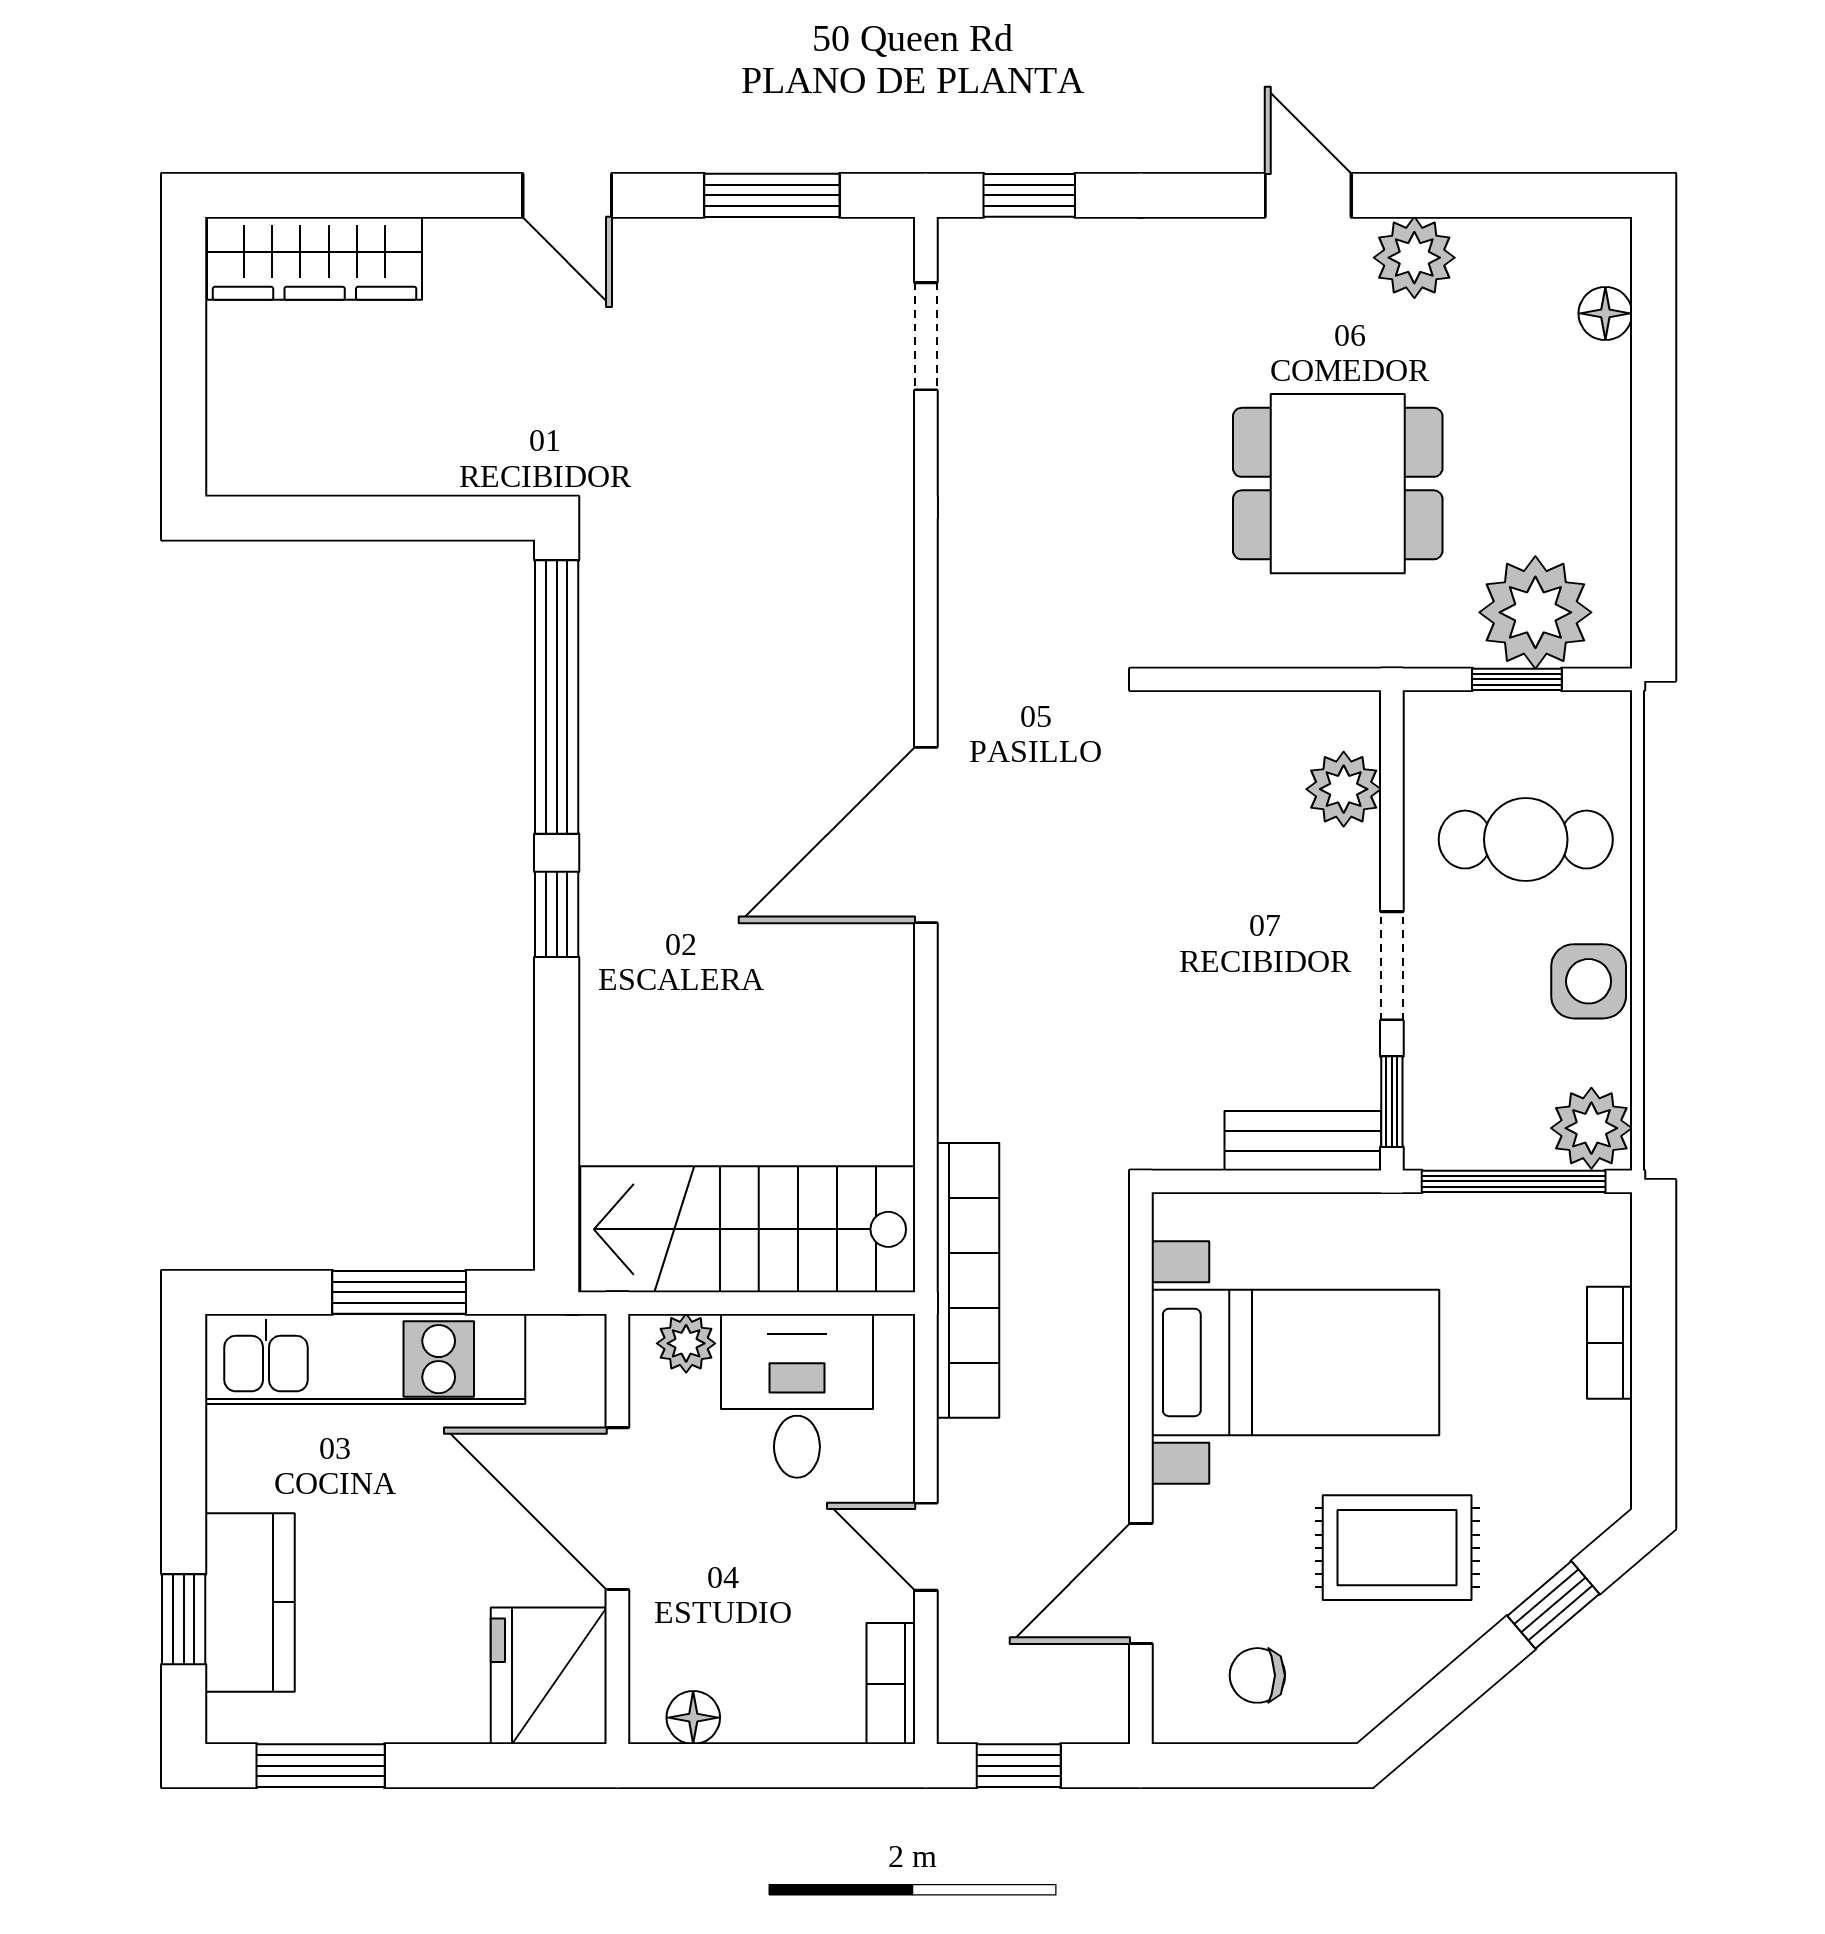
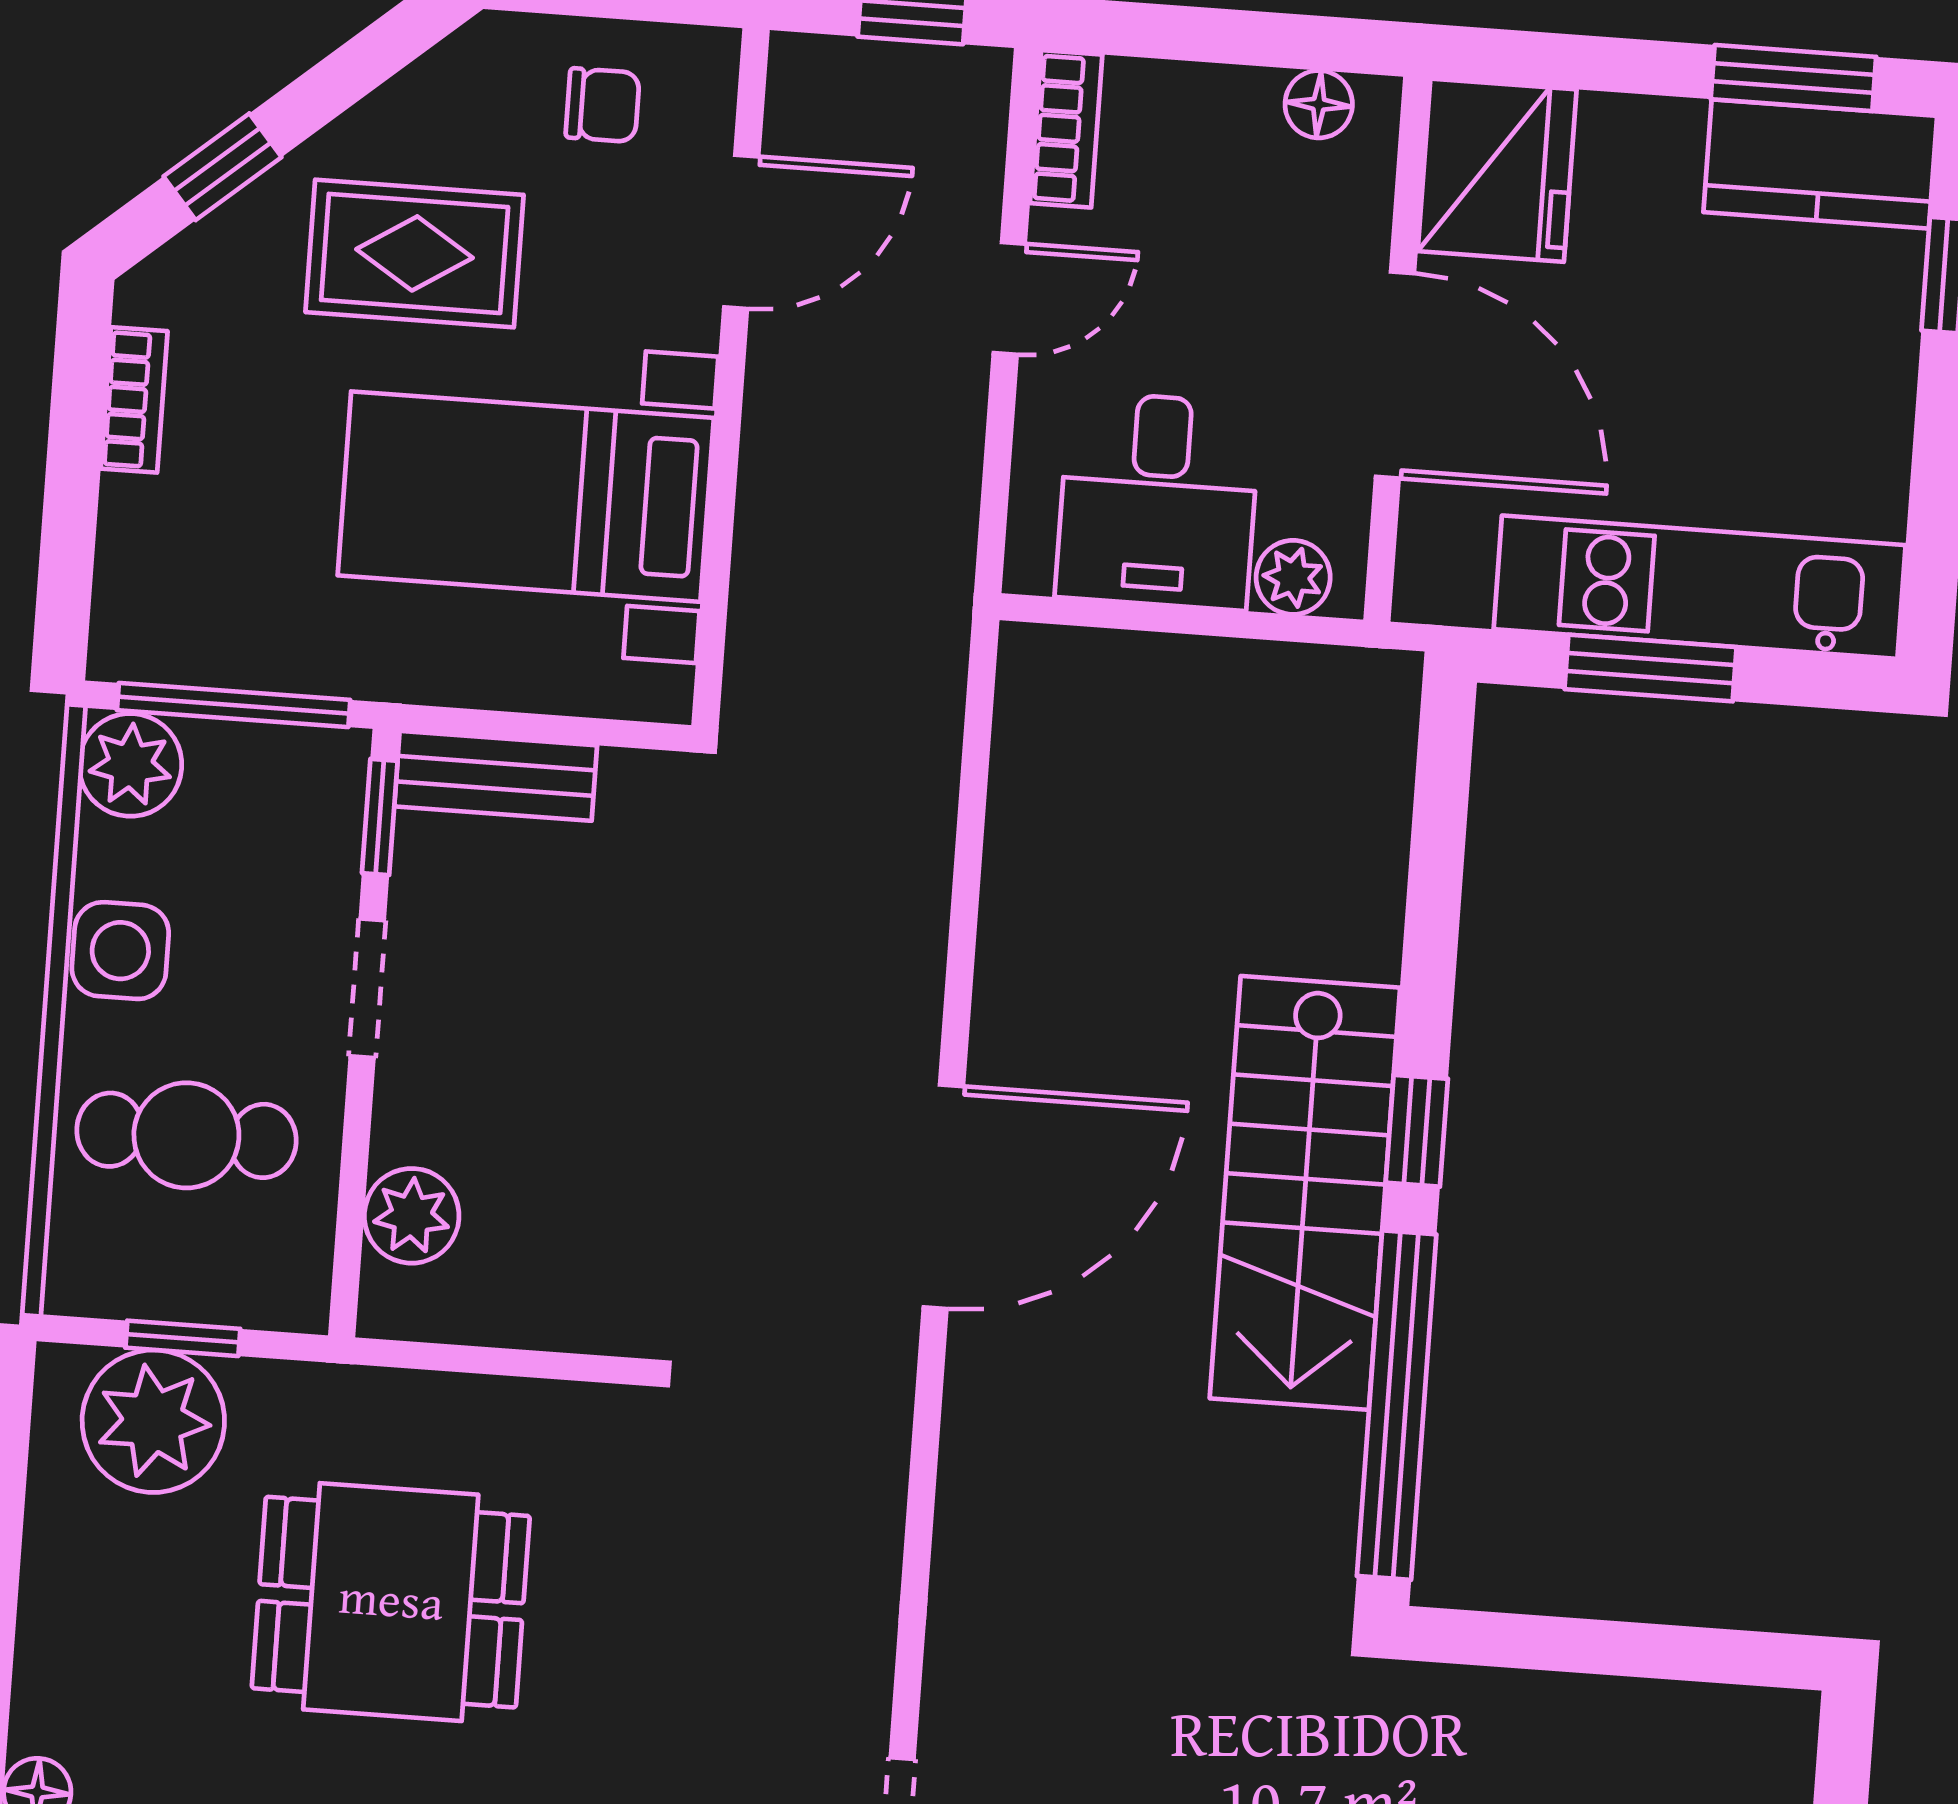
stairs: (748, 1229) -> (1305, 1193), moved, turned 90
bookcase: (968, 1280) -> (932, 631), removed
bookcase: (1610, 1343) -> (134, 400), moved
door: (926, 1547) -> (1009, 298), hinge flipped
kitchen counter: (250, 1602) -> (1820, 164), moved, turned -90

